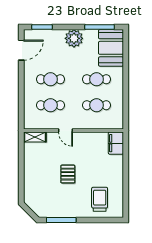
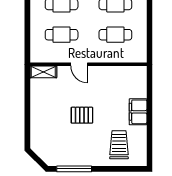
filing cabinet: (116, 143) -> (138, 112), moved
pallet: (68, 174) -> (82, 115), turned 90

